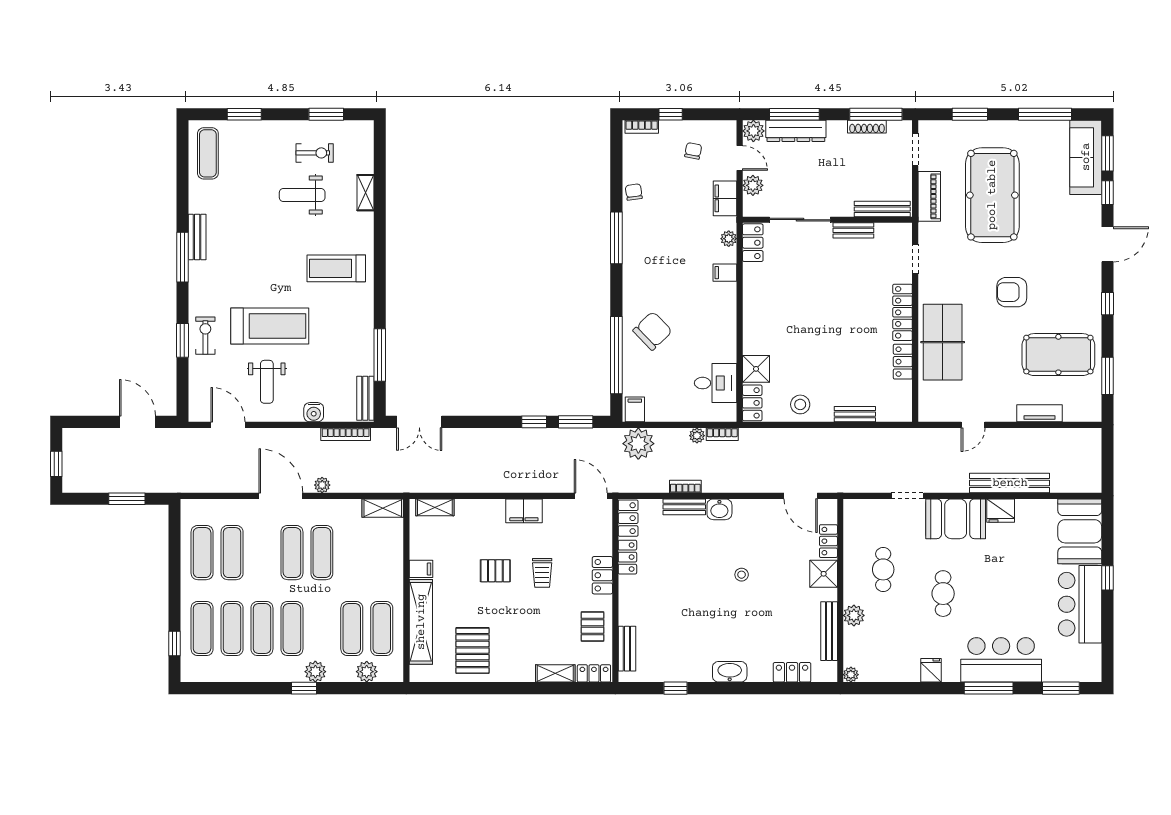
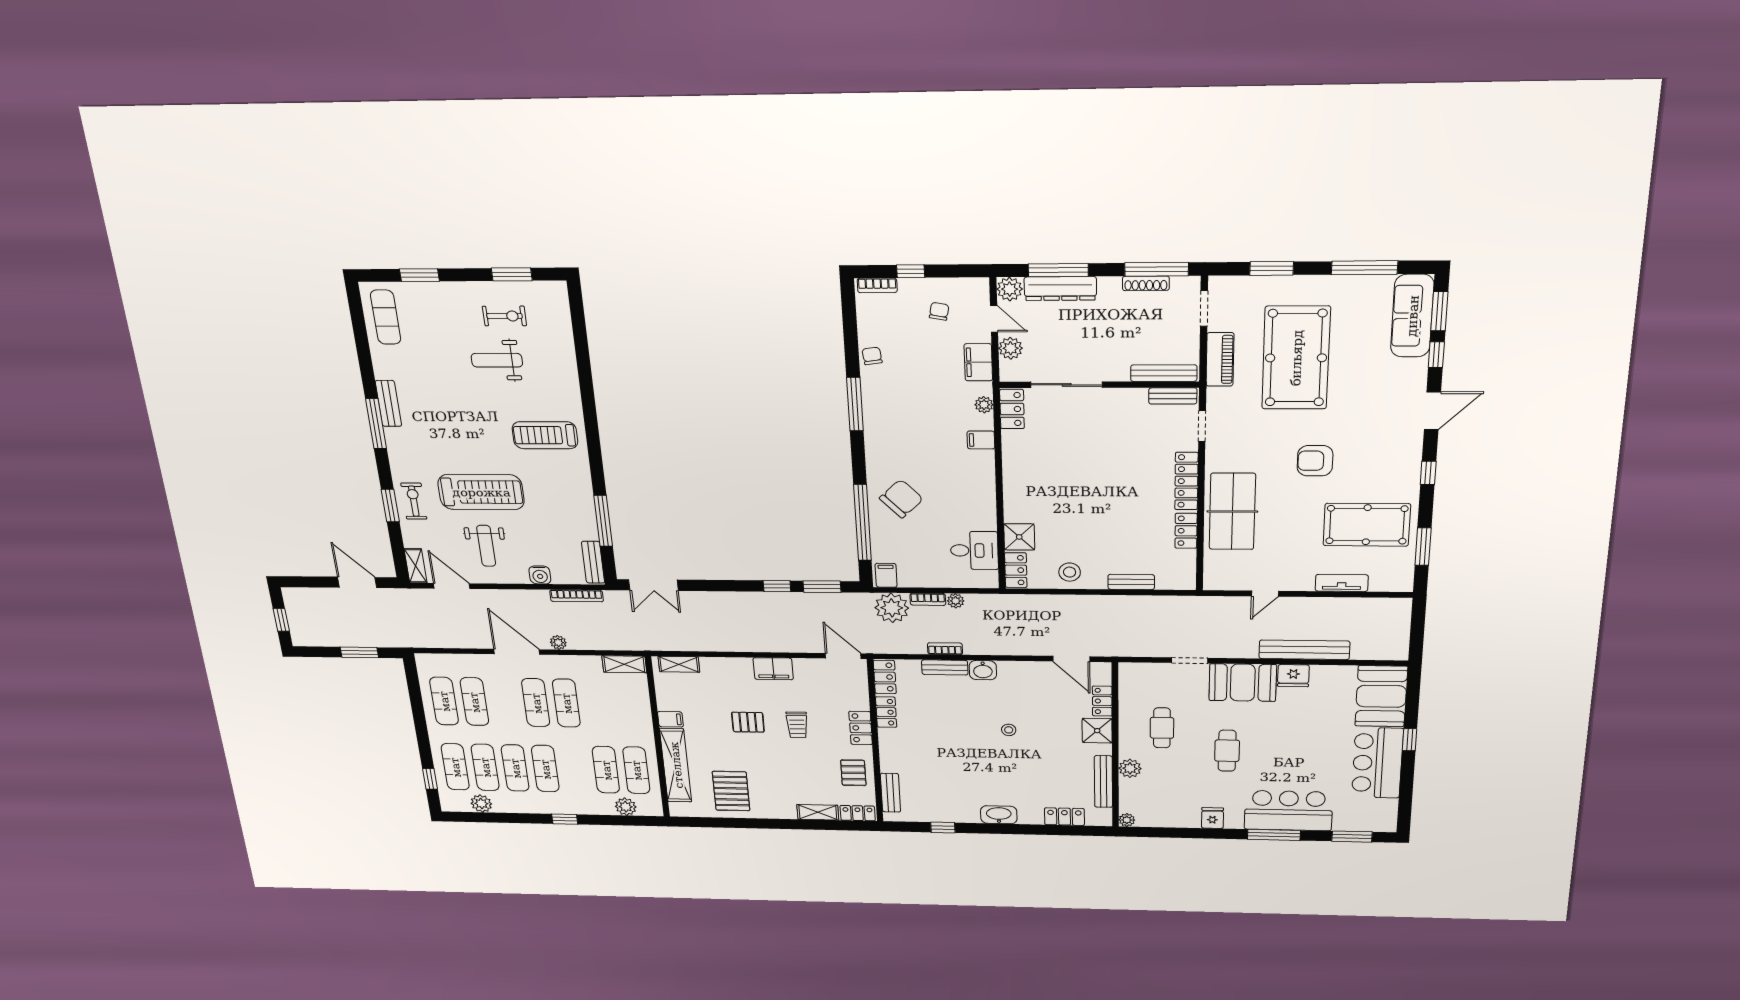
shelving: (366, 193) -> (416, 566), moved
bench: (853, 230) -> (1173, 396), moved
bookcase: (722, 434) -> (928, 599), moved
plant: (315, 672) -> (481, 804), moved

